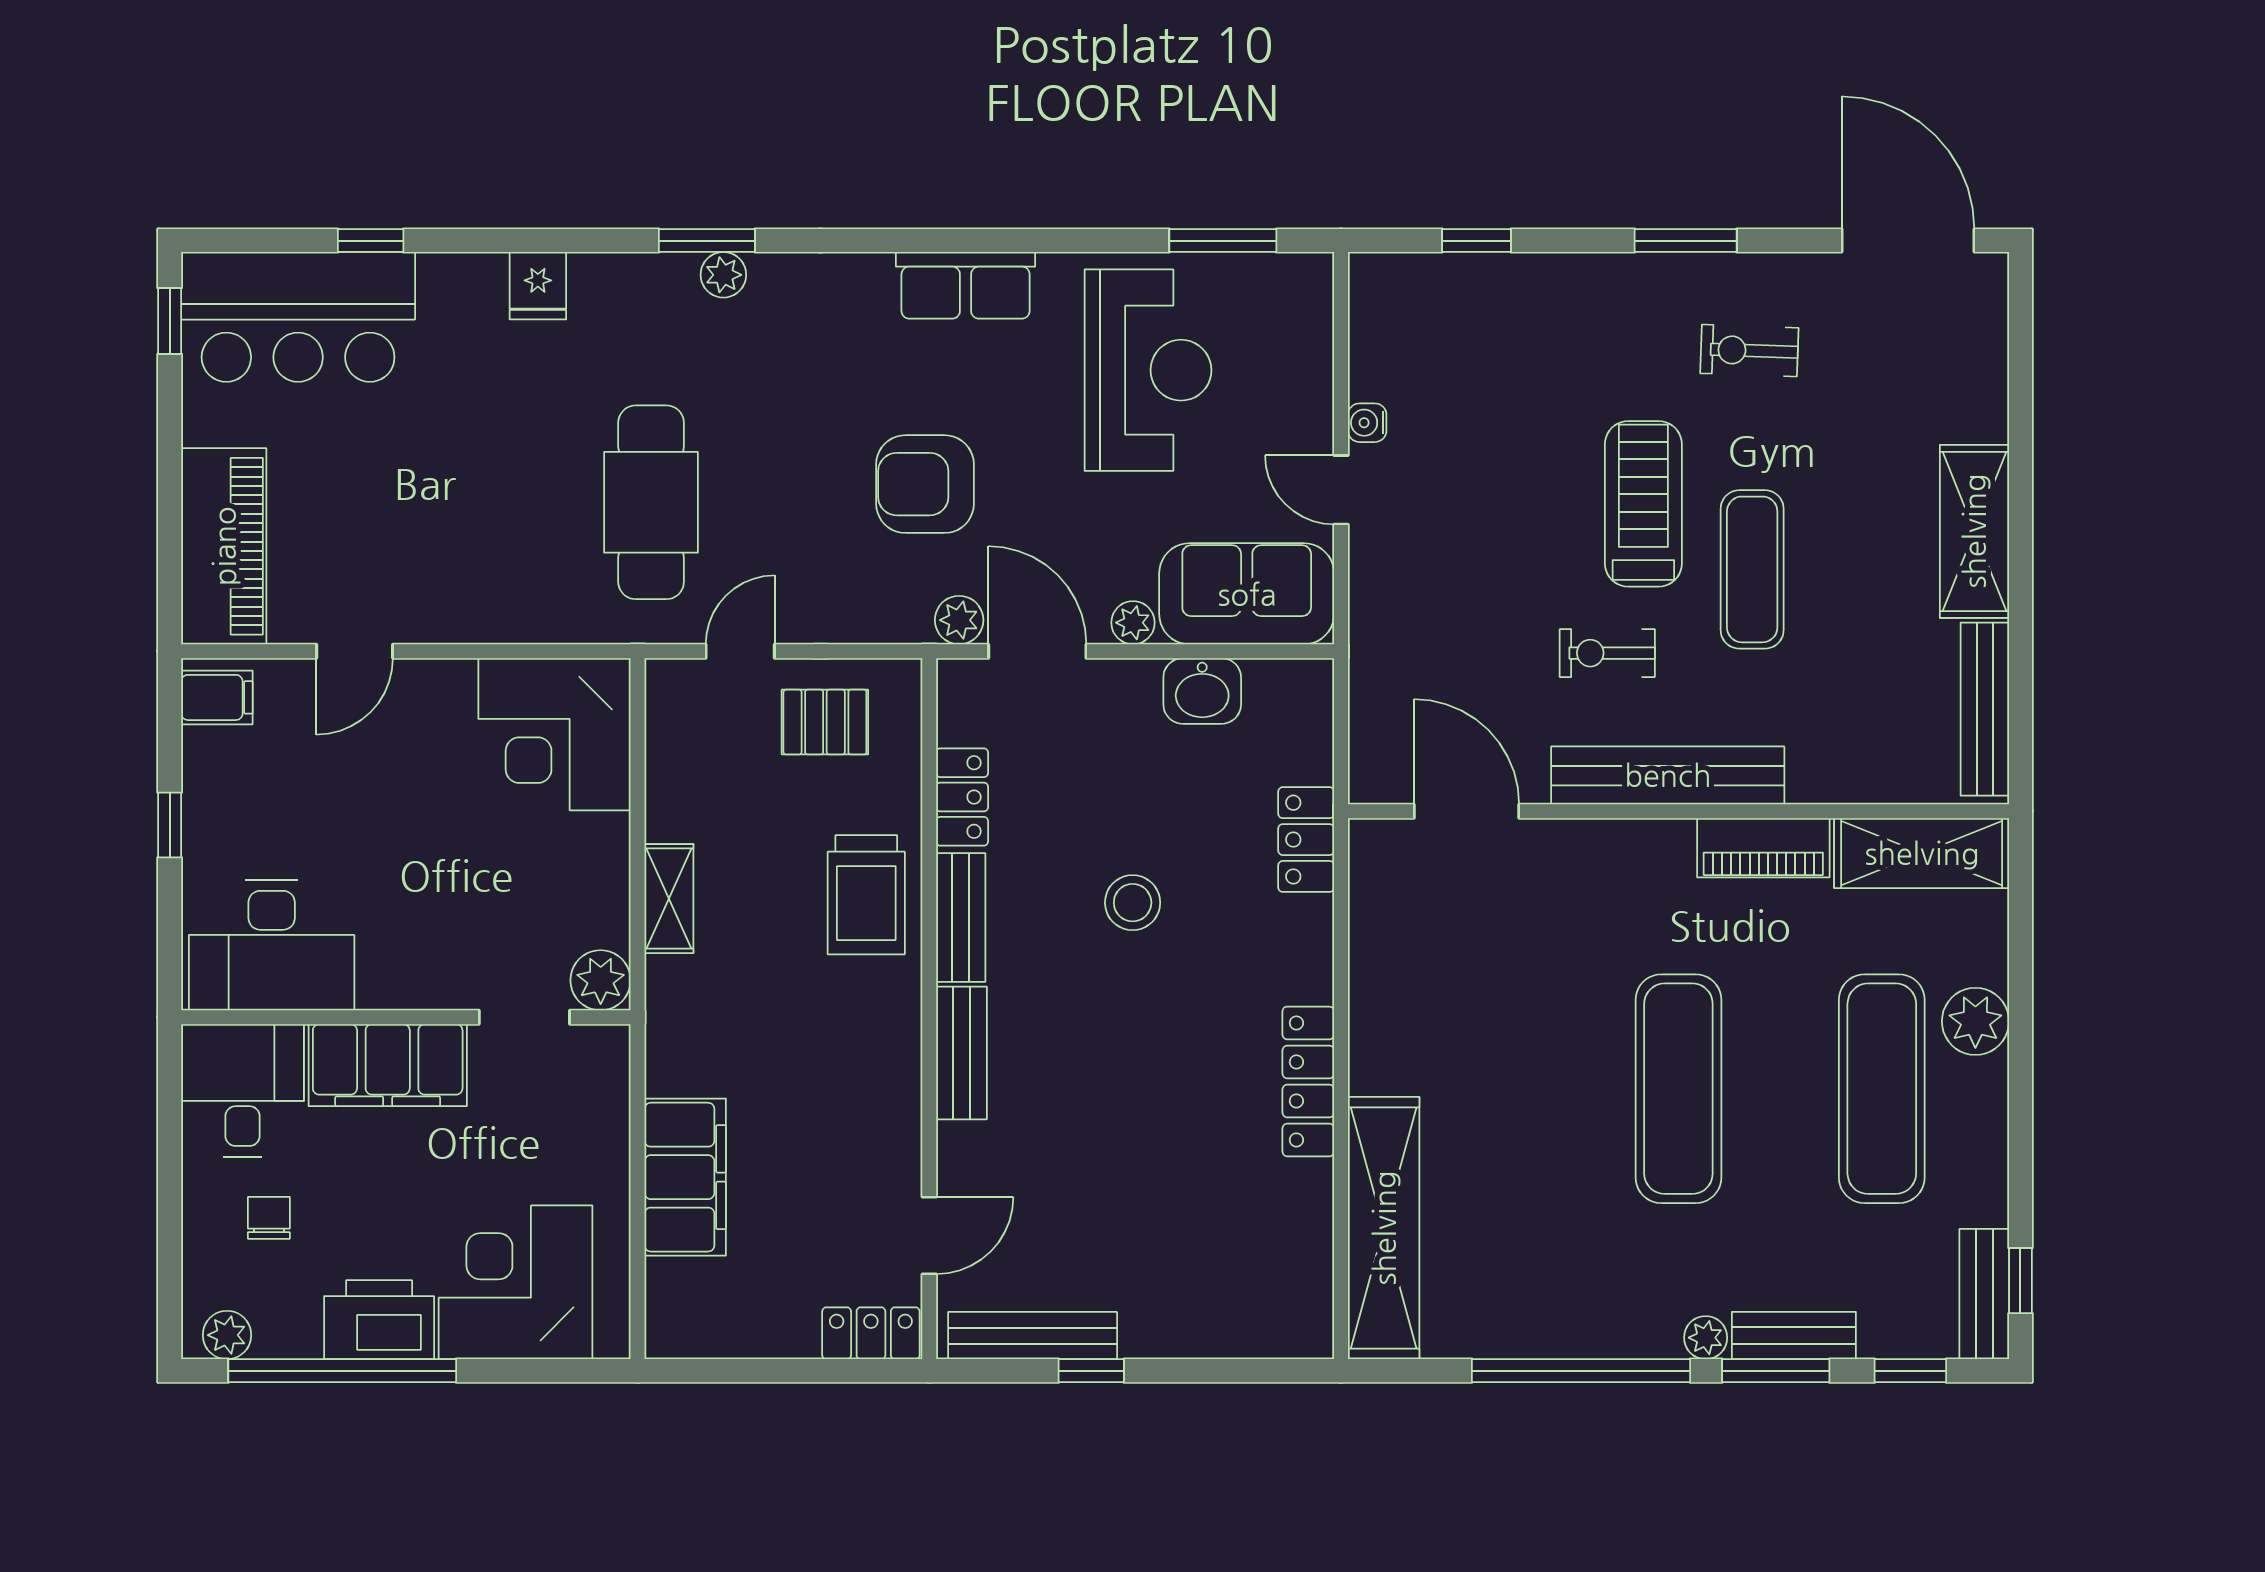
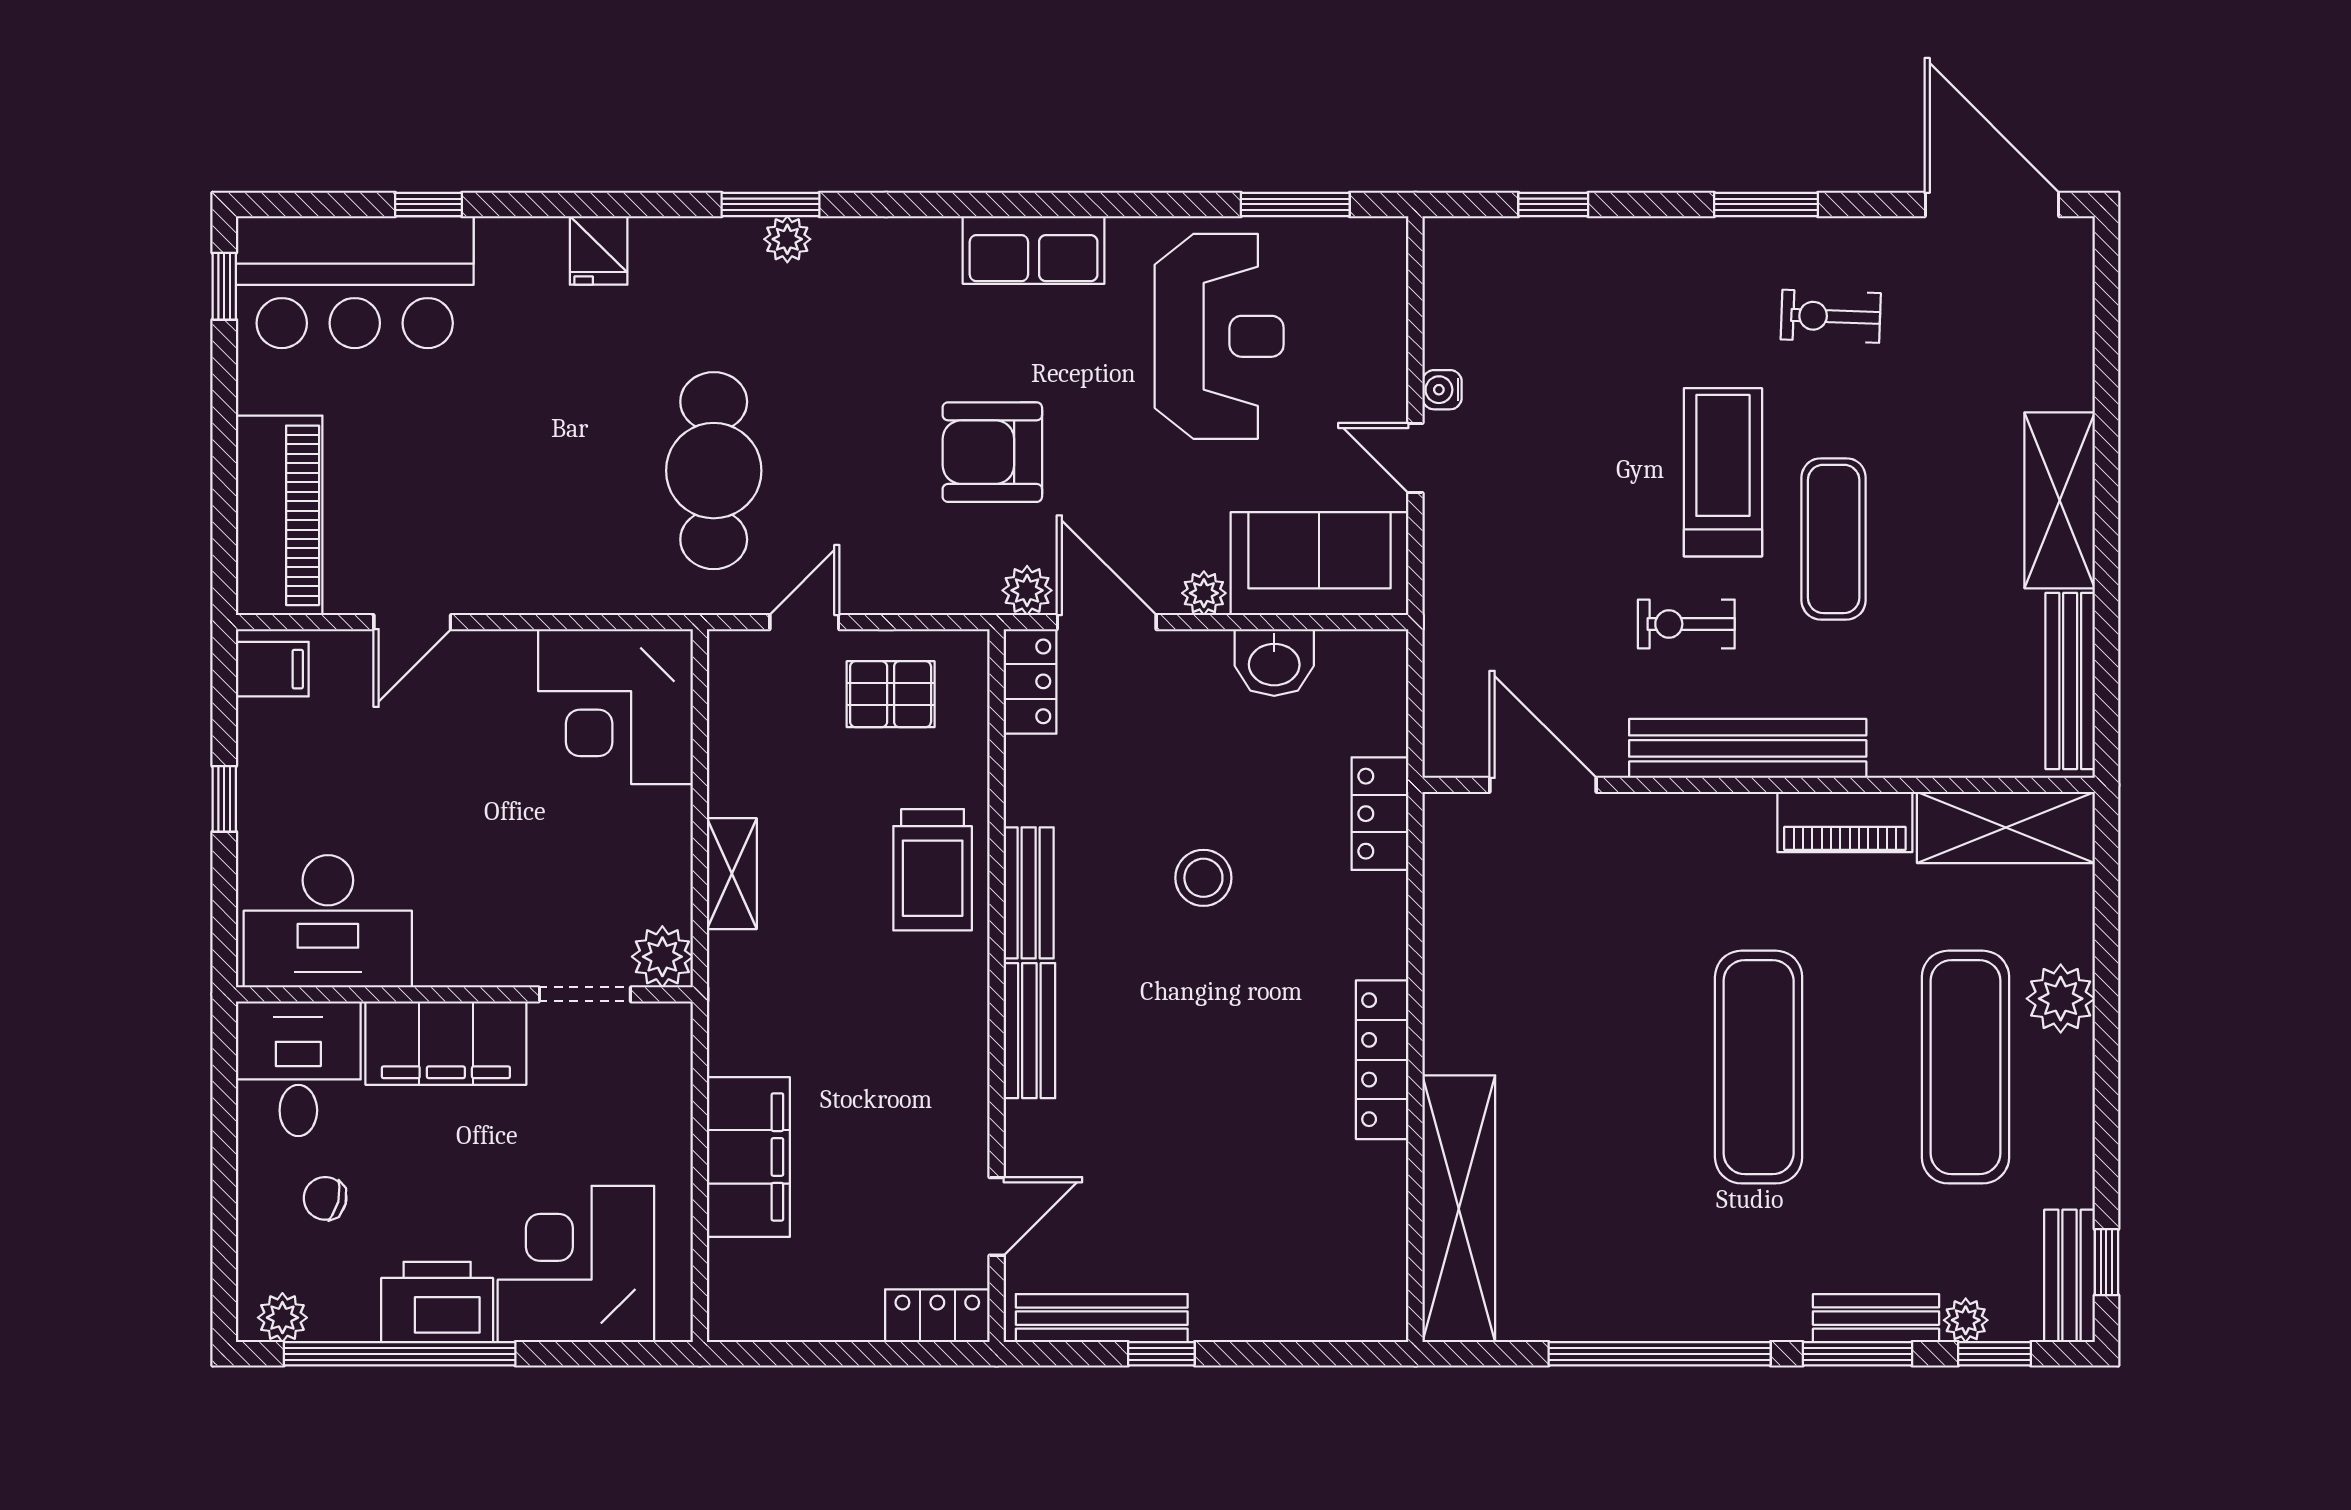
locker: (962, 797) -> (1030, 681), moved
chair: (269, 1218) -> (325, 1198), turned -76
plant: (1706, 1338) -> (1966, 1320), moved

